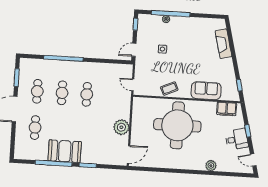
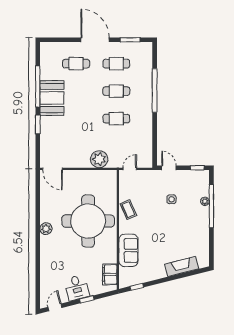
plant: (121, 127) -> (99, 159), moved
plant: (211, 166) -> (46, 229), moved

